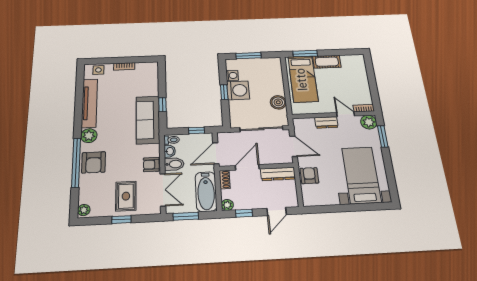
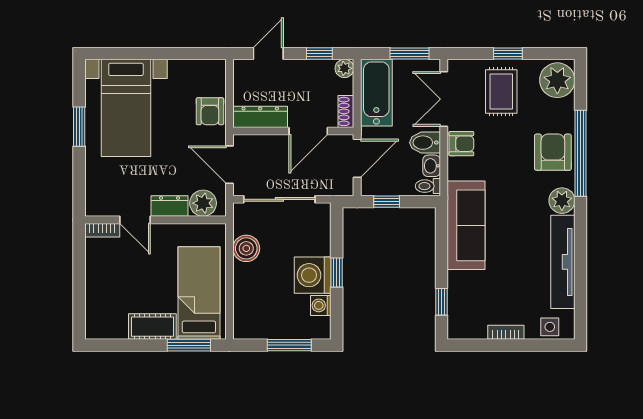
window: (162, 105) -> (441, 302), moved
plant: (369, 122) -> (203, 203), moved
window: (383, 136) -> (79, 127), moved
plant: (84, 210) -> (557, 80), width x1.88, depth x1.88

